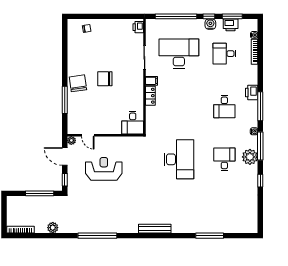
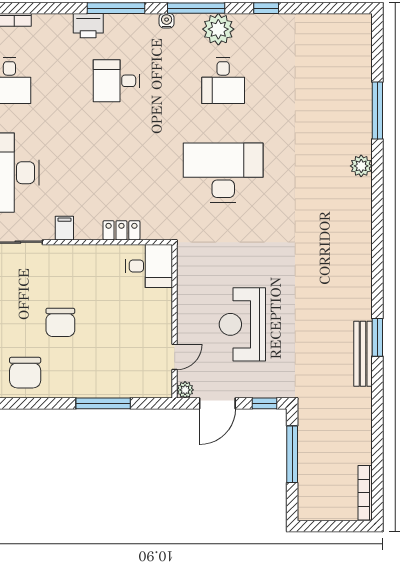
chair: (78, 83) -> (25, 373), moved, turned -82
locker: (150, 96) -> (121, 230), moved
desk: (224, 106) -> (116, 81), turned 180
desk: (224, 159) -> (223, 81), turned -90
plant: (53, 228) -> (361, 166), moved
bench: (155, 229) -> (363, 354), moved
window: (97, 236) -> (377, 337), width x0.47

